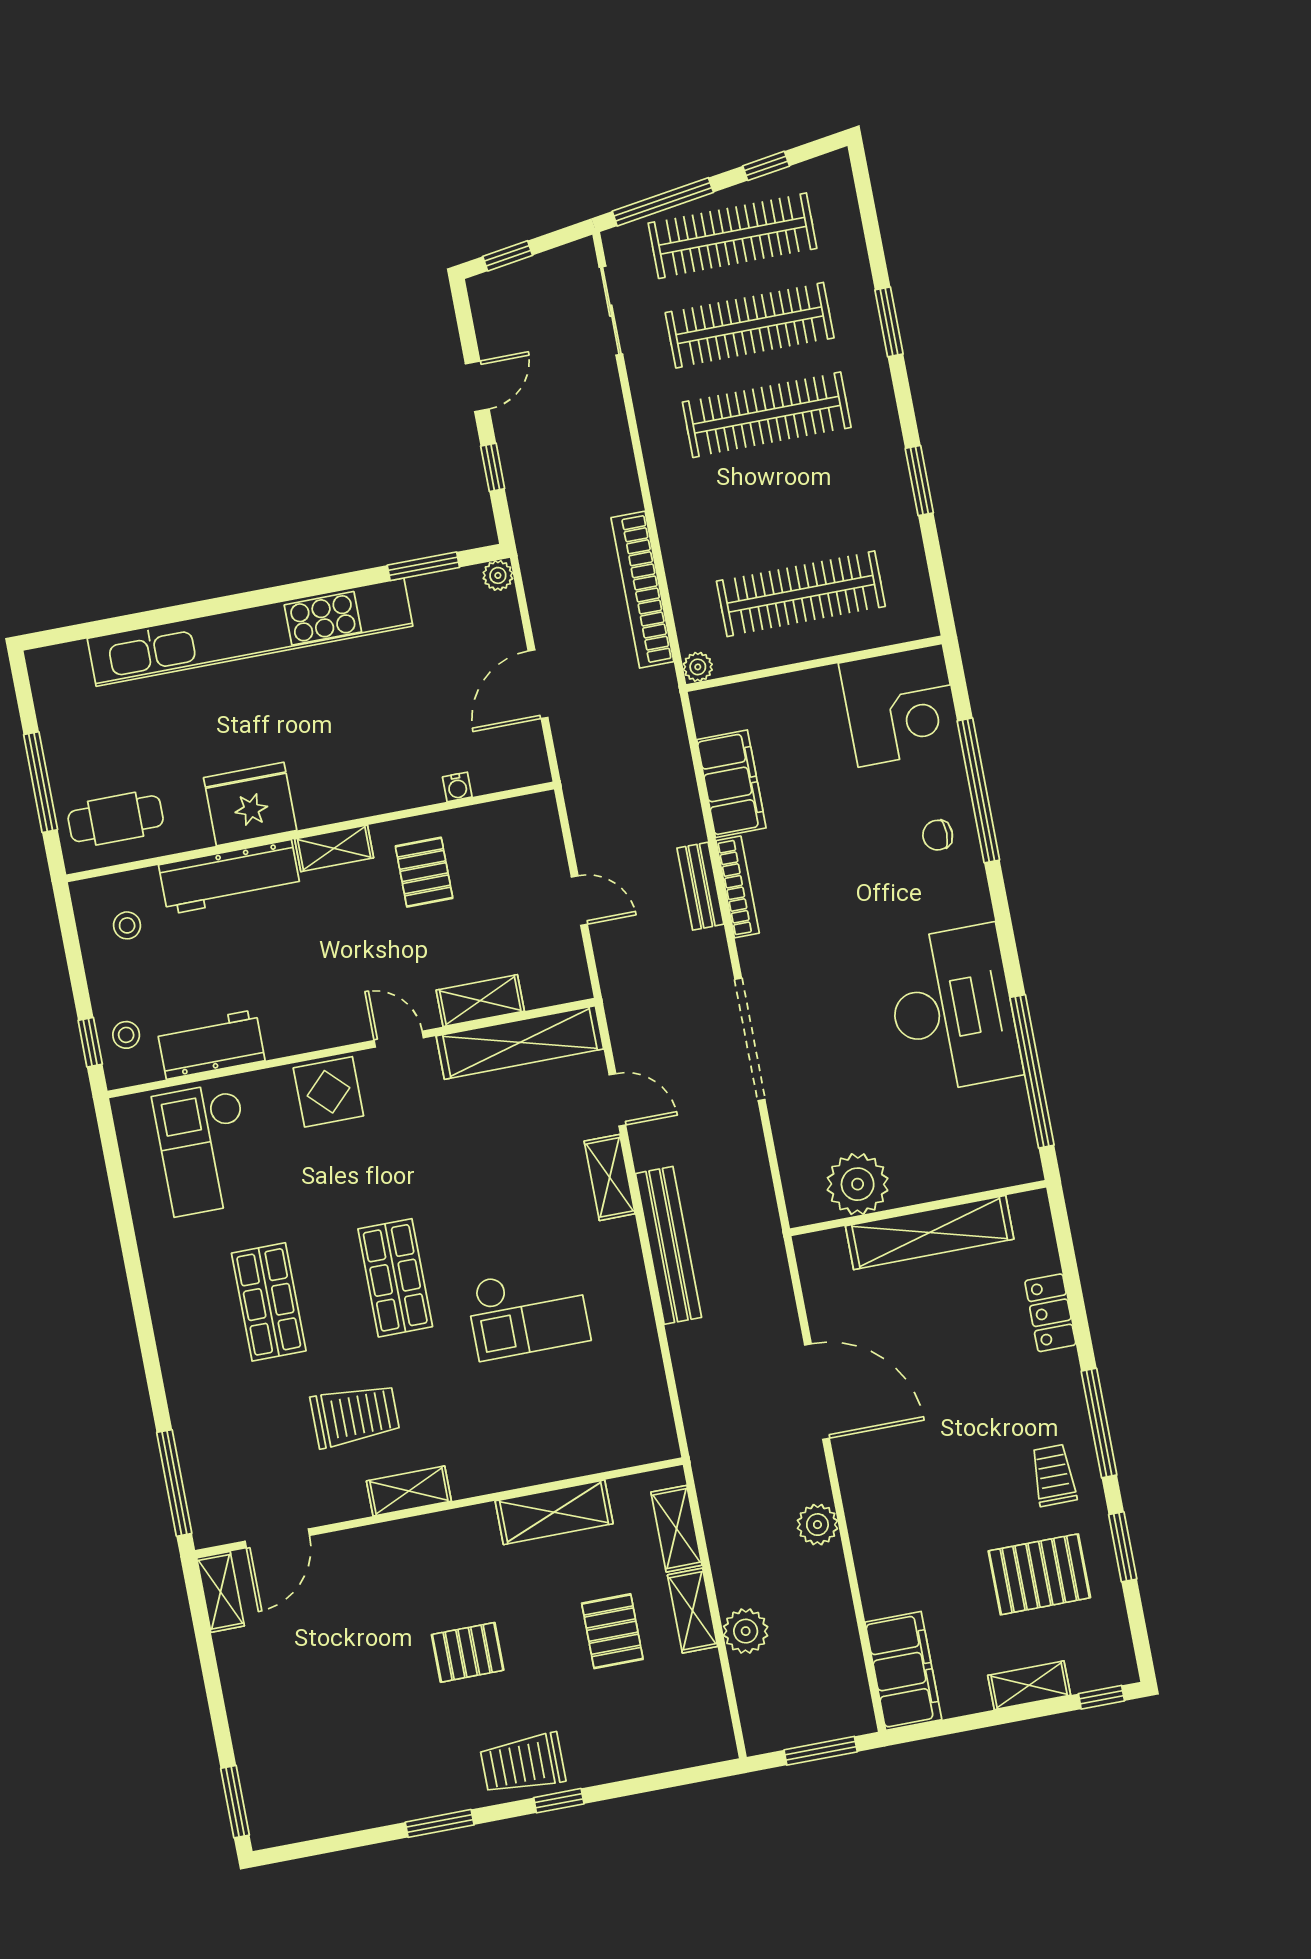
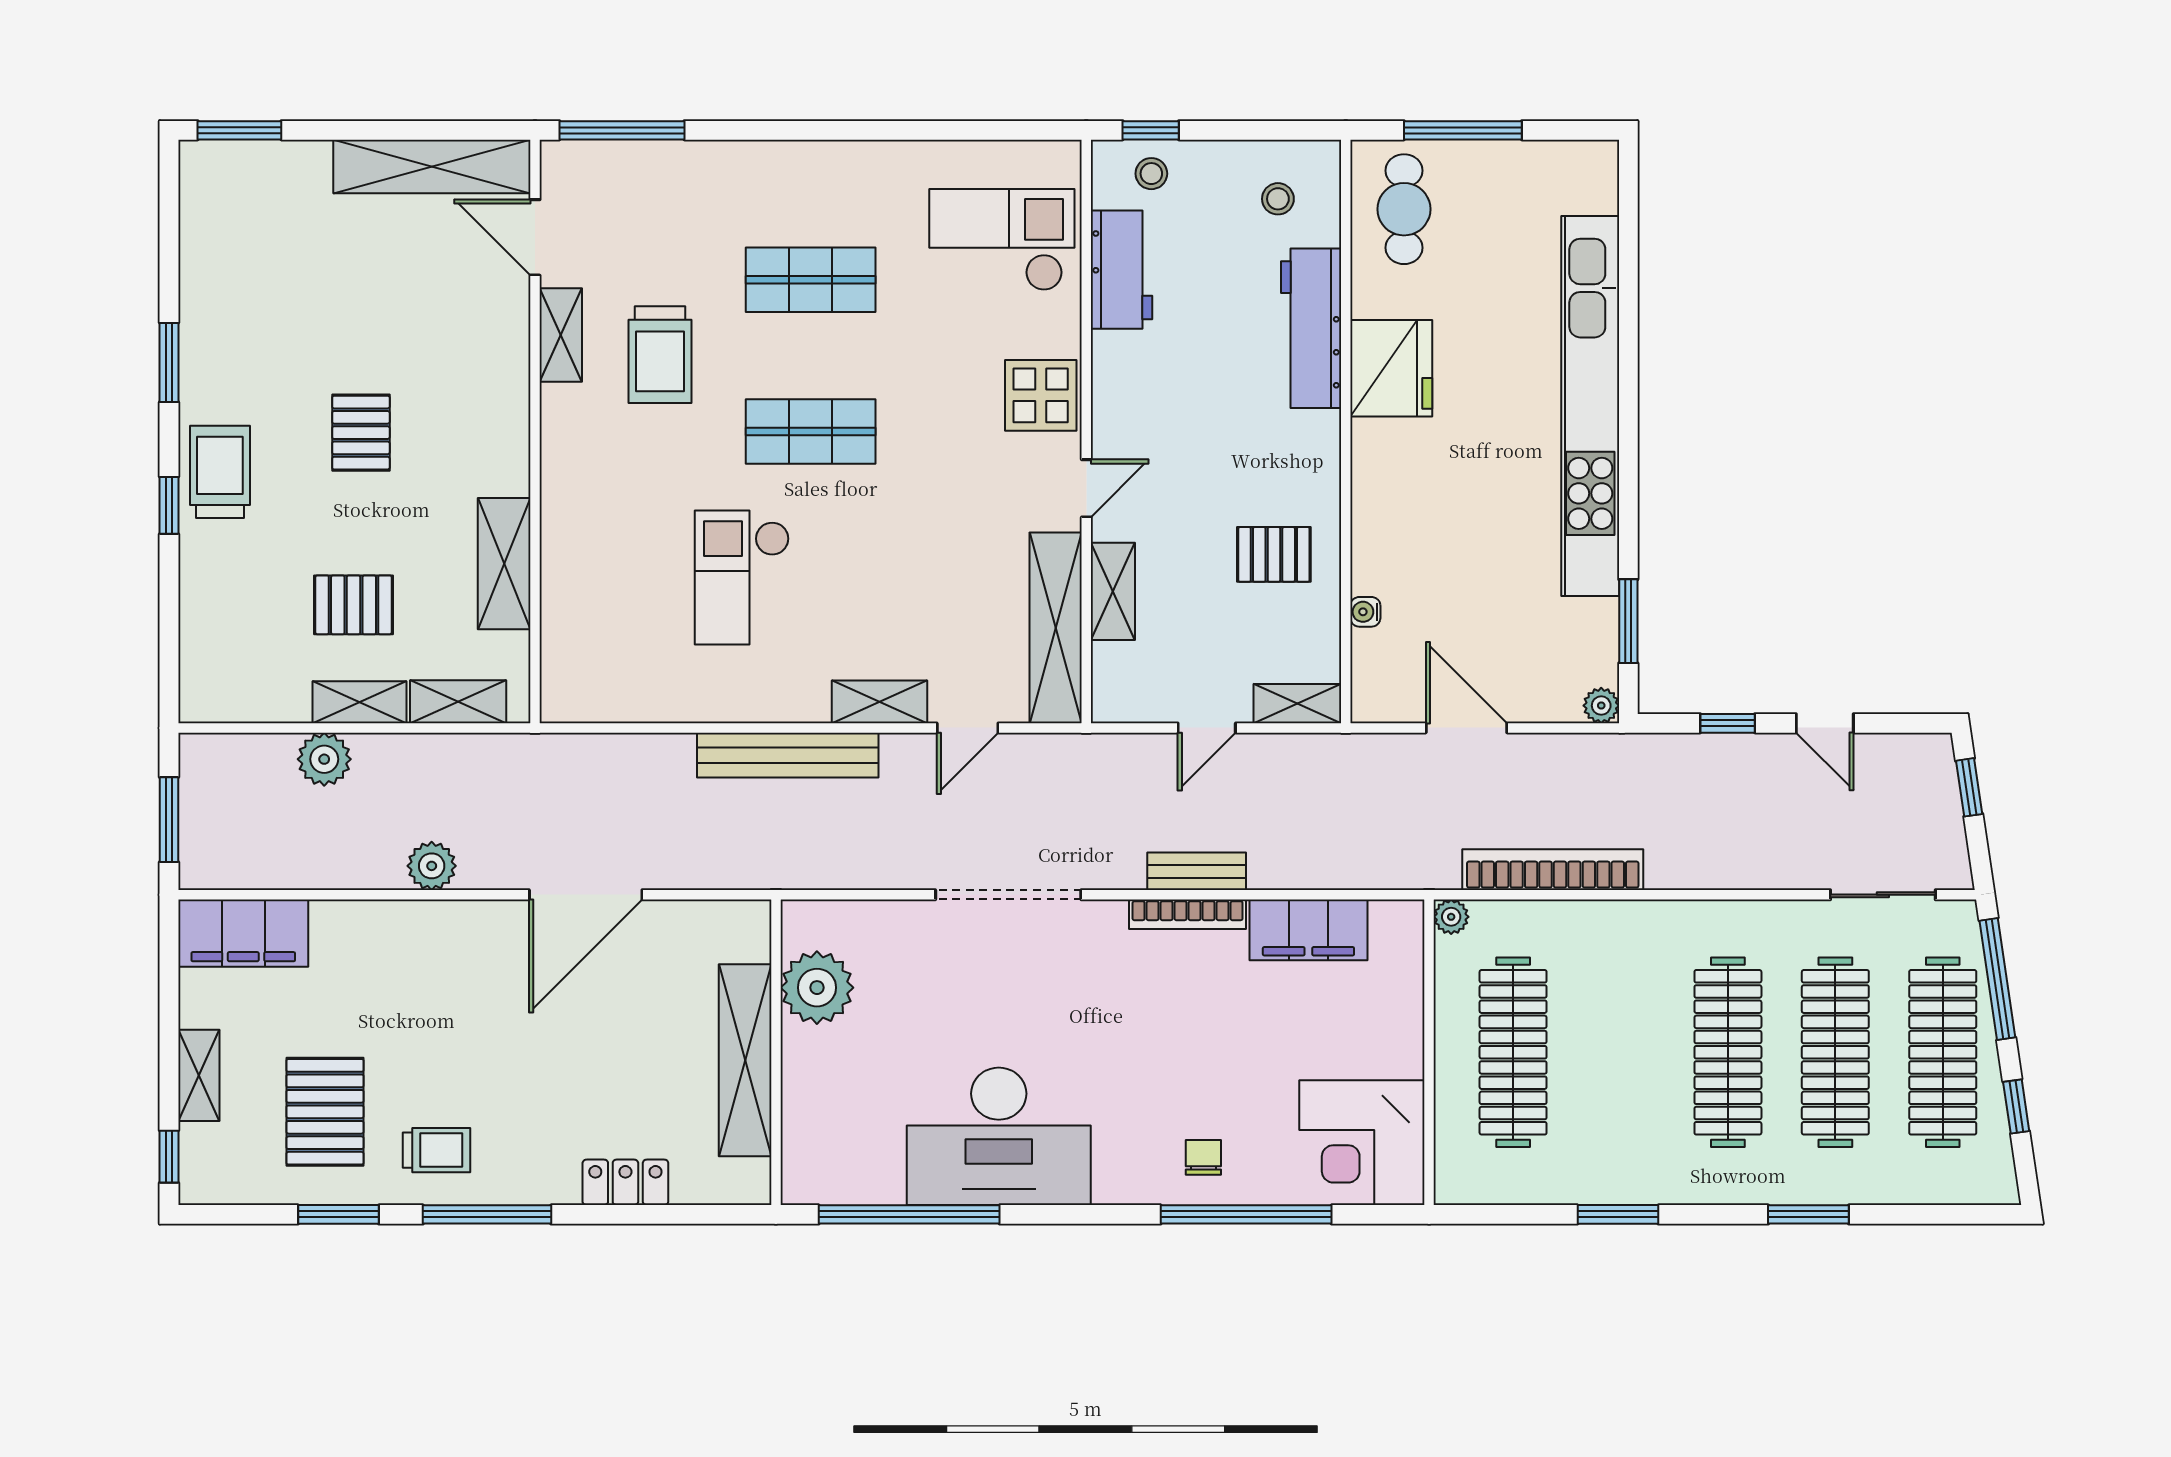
shelving: (334, 848) -> (1297, 704), moved, turned 90
shelving: (409, 1491) -> (561, 335), moved
shelving: (220, 1592) -> (432, 166), width x2.20, depth x1.33

